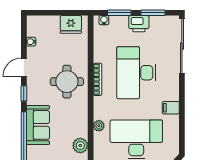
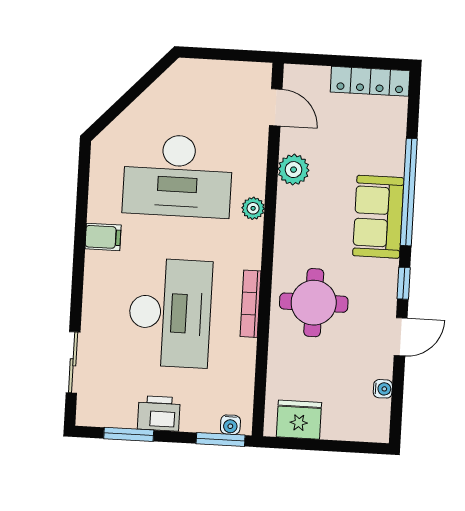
window: (119, 13) -> (221, 439), moved
sliding door: (182, 46) -> (73, 362), width x0.54

